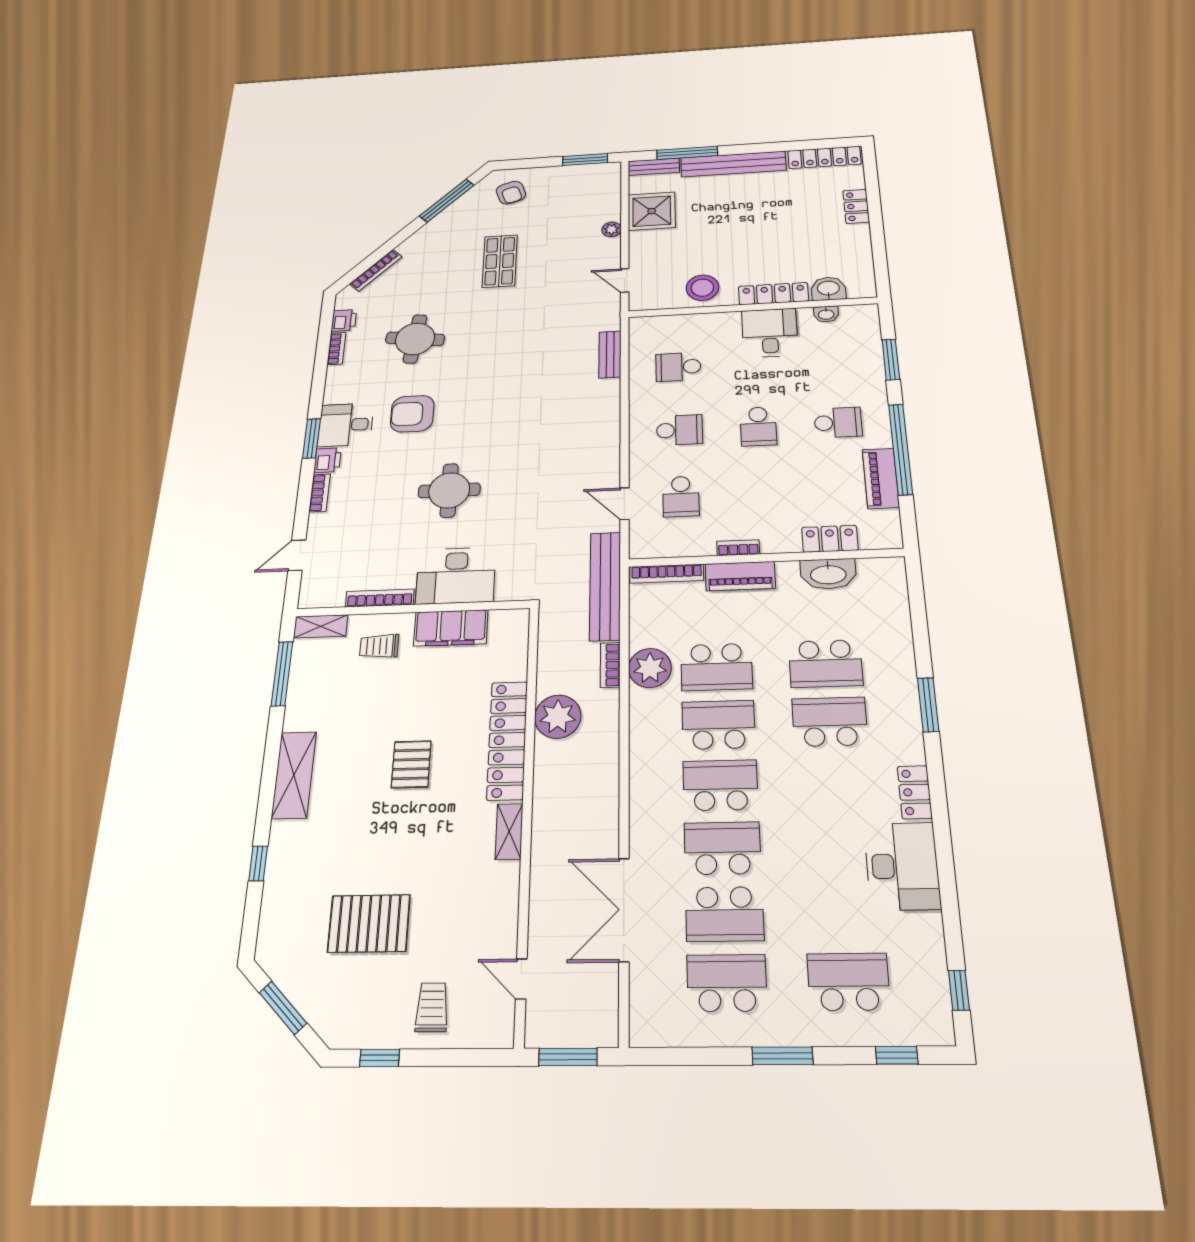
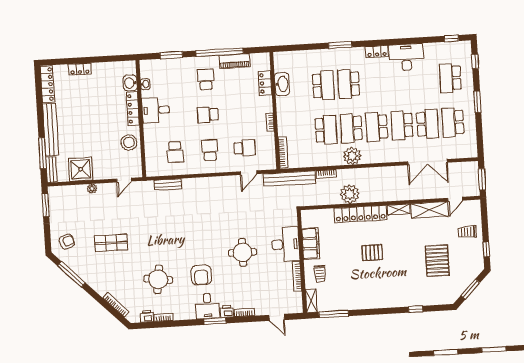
school desk: (758, 426) -> (208, 115), turned 180
piano: (740, 576) -> (284, 121), removed
plant: (650, 668) -> (352, 156), moved
shelving: (294, 775) -> (430, 210), moved

